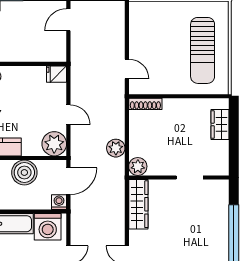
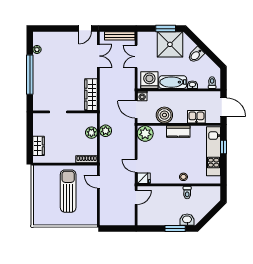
door: (68, 20) -> (136, 197), moved
sun lounger: (203, 50) -> (68, 191), moved
door: (68, 115) -> (136, 166), moved
plant: (138, 166) -> (91, 133), moved
door: (68, 181) -> (136, 110), hinge flipped

